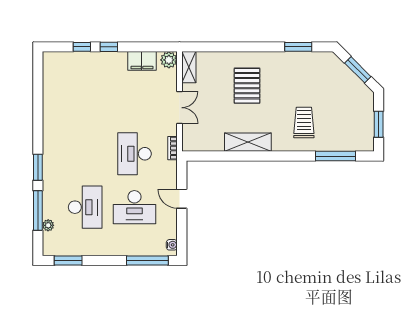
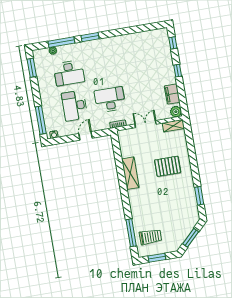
window: (82, 47) -> (173, 43), moved
double door: (179, 108) -> (146, 124), swing flipped
trolley: (304, 123) -> (150, 237), moved

